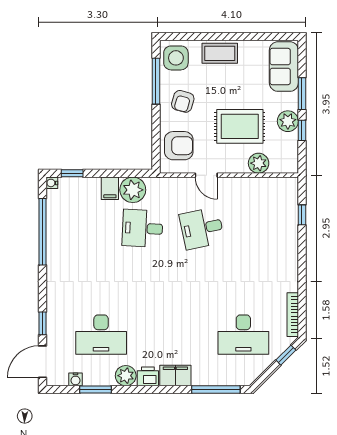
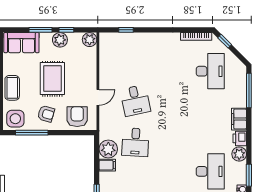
rug: (240, 126) -> (52, 79), moved
plant: (259, 163) -> (90, 40), moved

